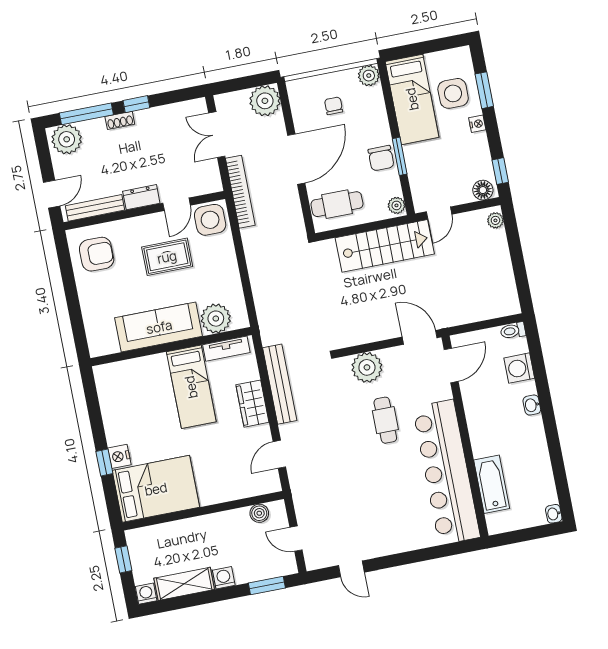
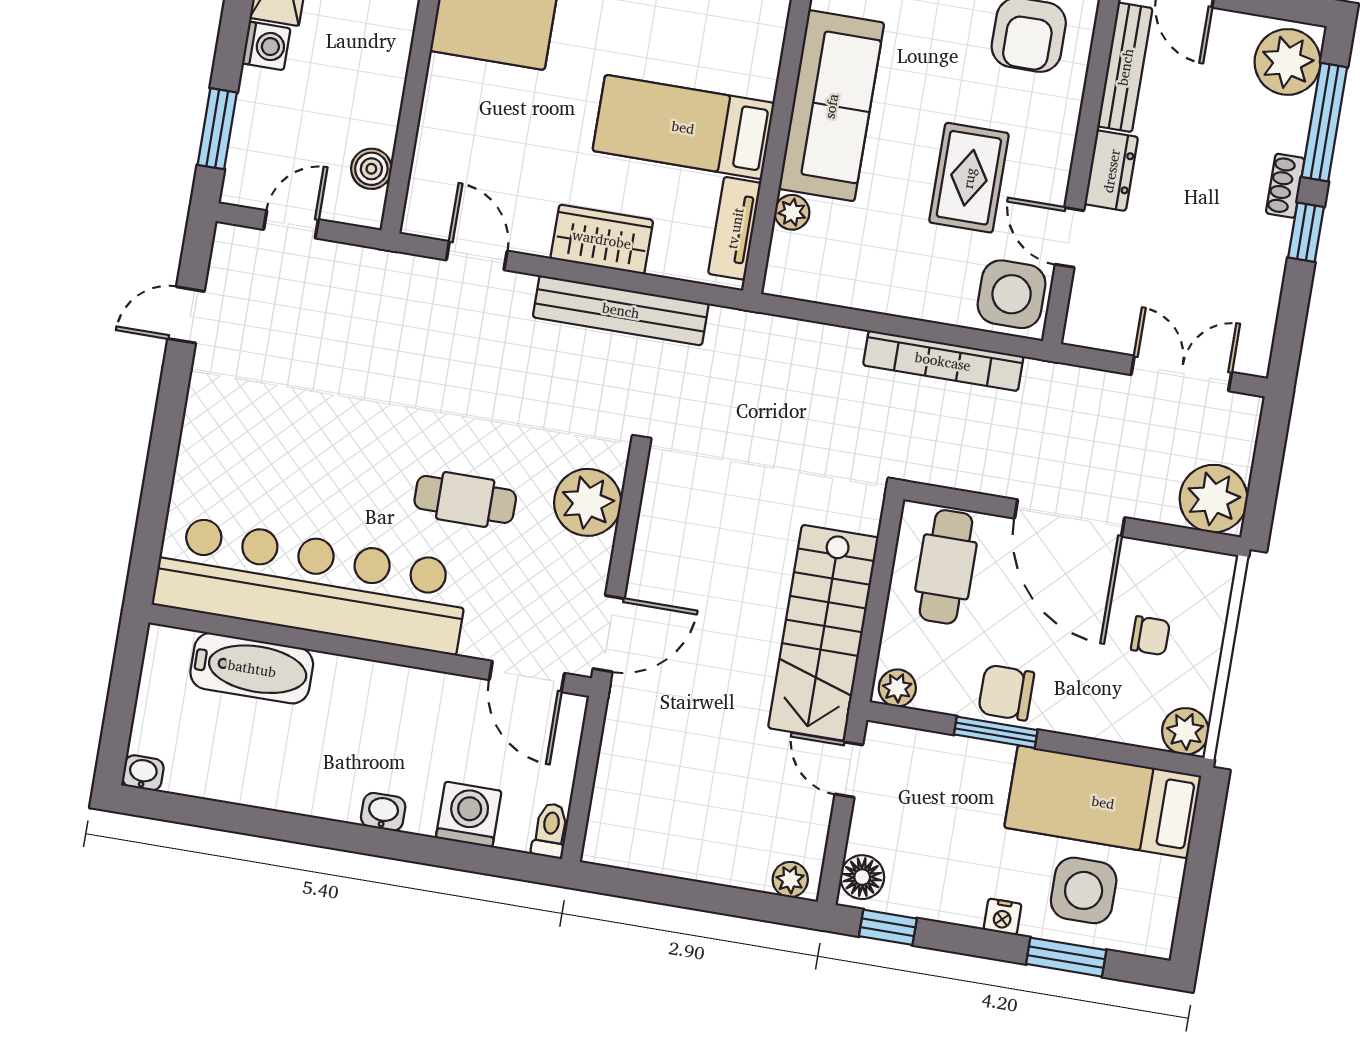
bookcase: (240, 192) -> (943, 361), moved
plant: (216, 319) -> (792, 212), width x0.53, depth x0.53

